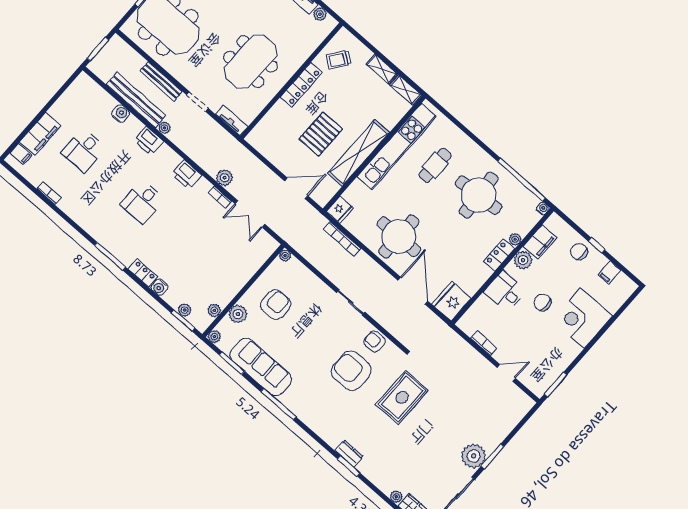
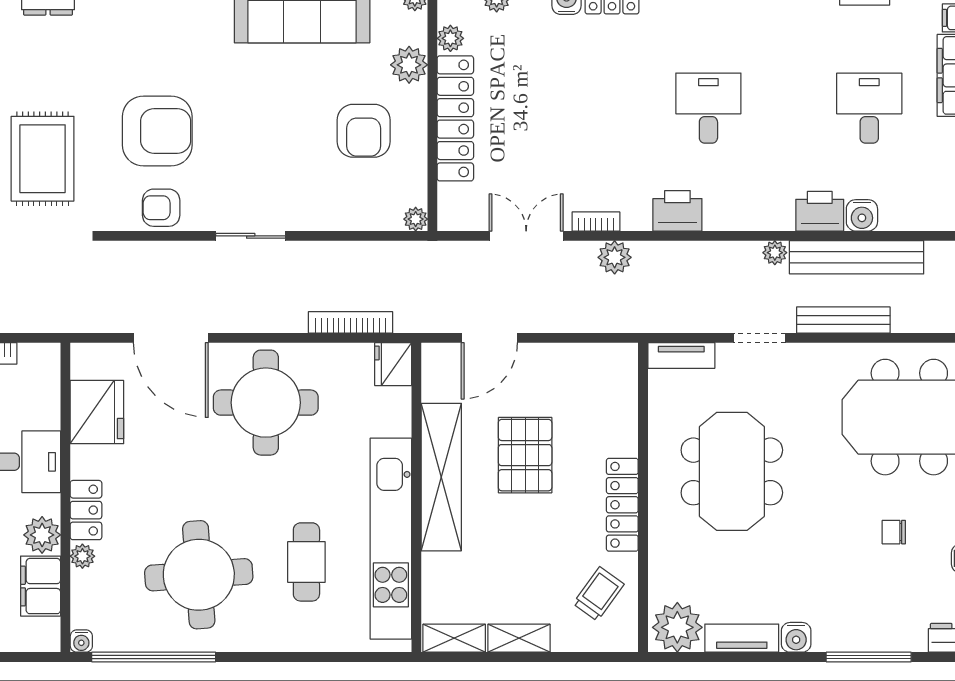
plant: (320, 14) -> (677, 627), width x1.88, depth x1.88
printer: (149, 141) -> (820, 211), moved
locker: (238, 280) -> (455, 118), added
fridge: (451, 301) -> (97, 412), moved
armchair: (374, 341) -> (161, 208), turned 180

